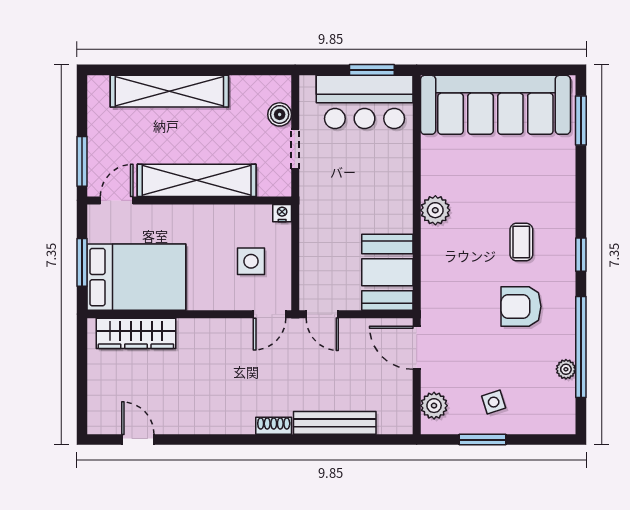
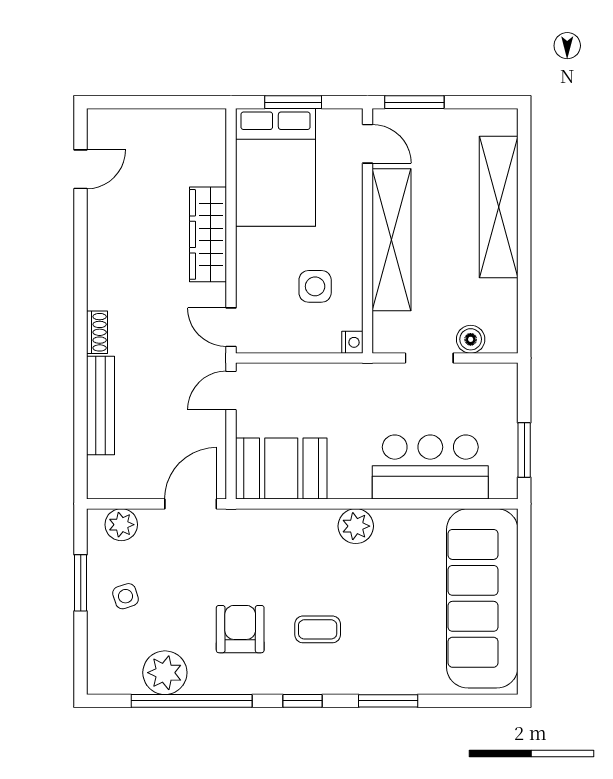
bar counter: (365, 102) -> (430, 467), moved, turned 90
window: (581, 121) -> (388, 701), moved
side table: (251, 261) -> (315, 286), moved
wardrobe: (136, 333) -> (208, 234), moved
plant: (566, 369) -> (165, 673), width x1.87, depth x1.87

